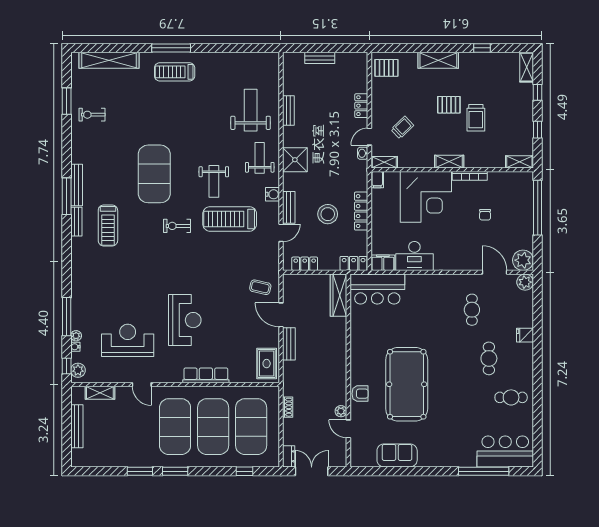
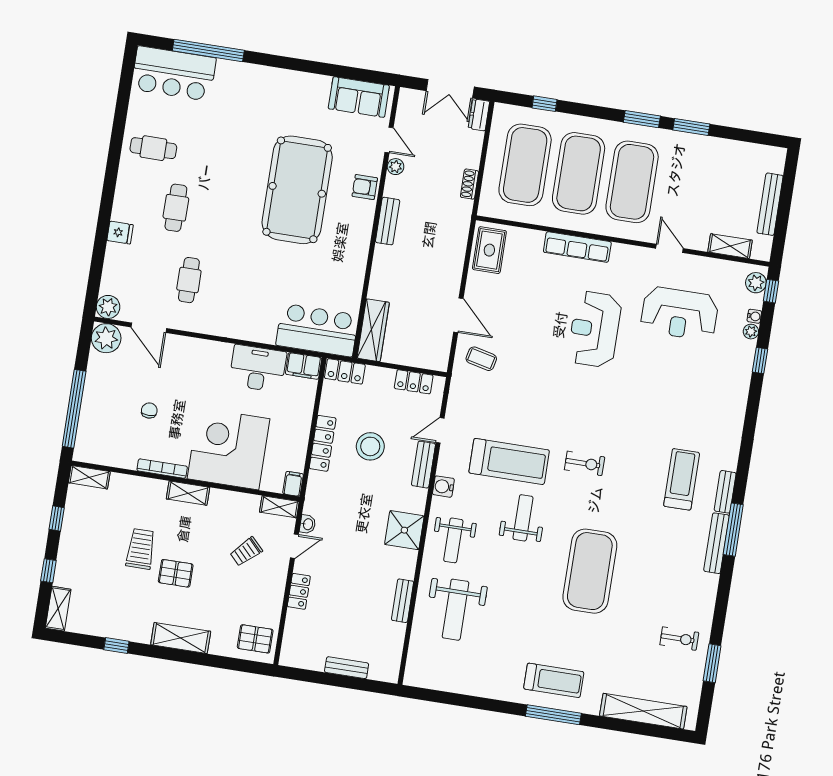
exercise mat: (154, 174) -> (590, 571), moved
window: (67, 317) -> (760, 361), width x0.46
bench: (289, 344) -> (388, 221), moved
sofa: (397, 455) -> (359, 97), moved

